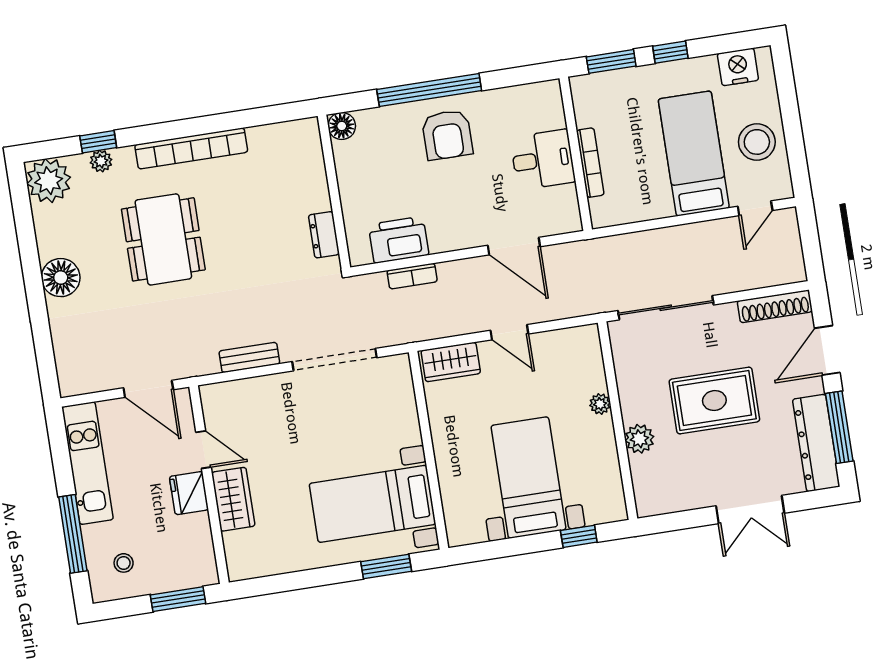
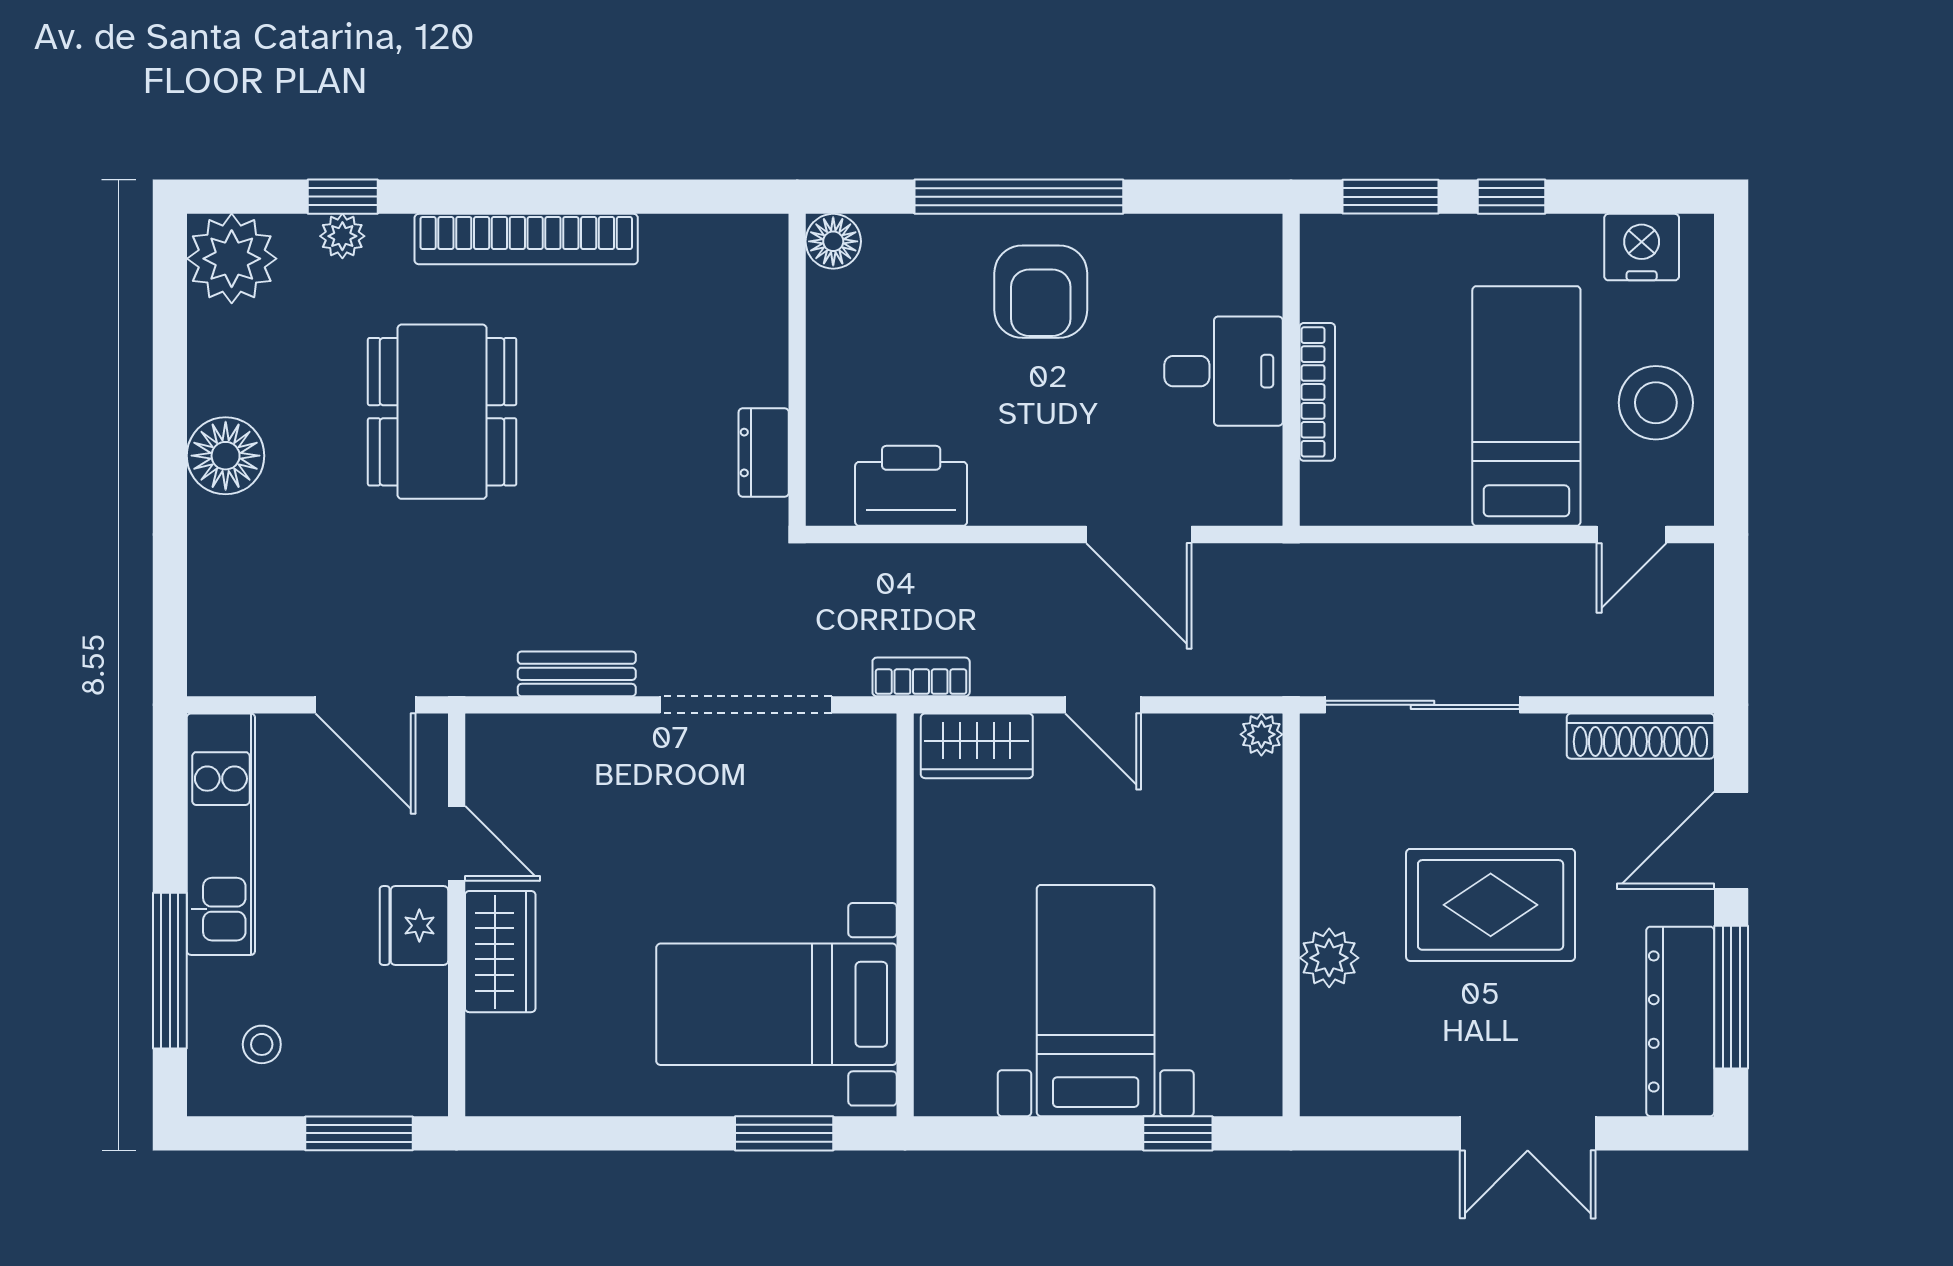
bookcase: (412, 276) -> (921, 677), moved, turned 180
plant: (600, 404) -> (1261, 734), moved

